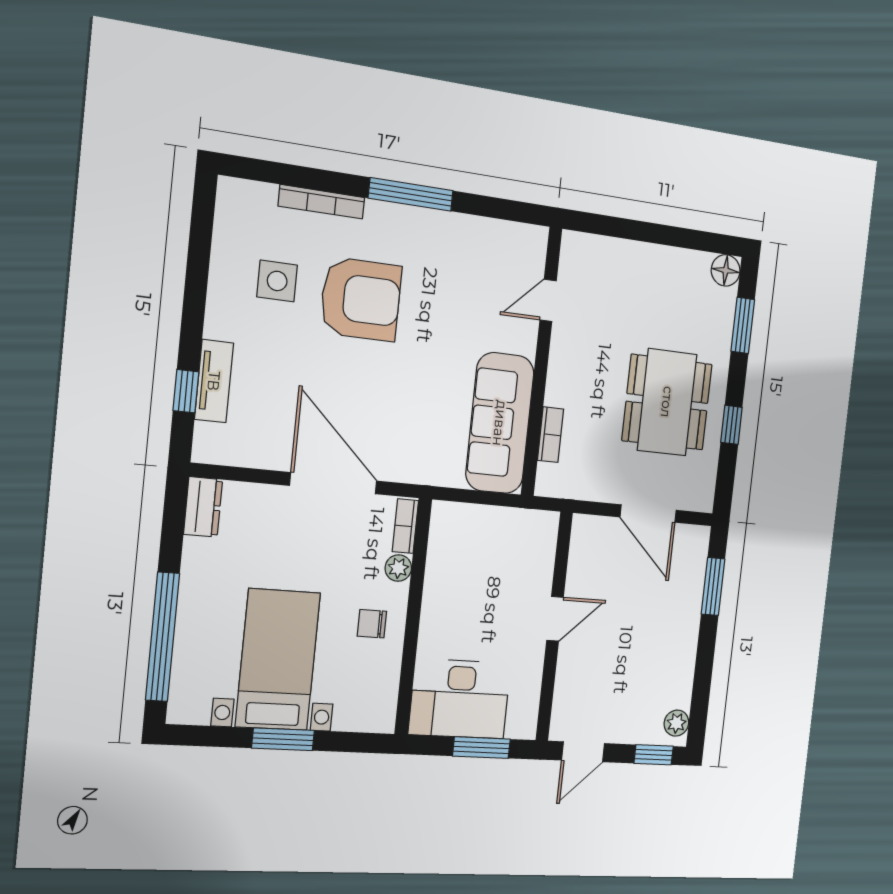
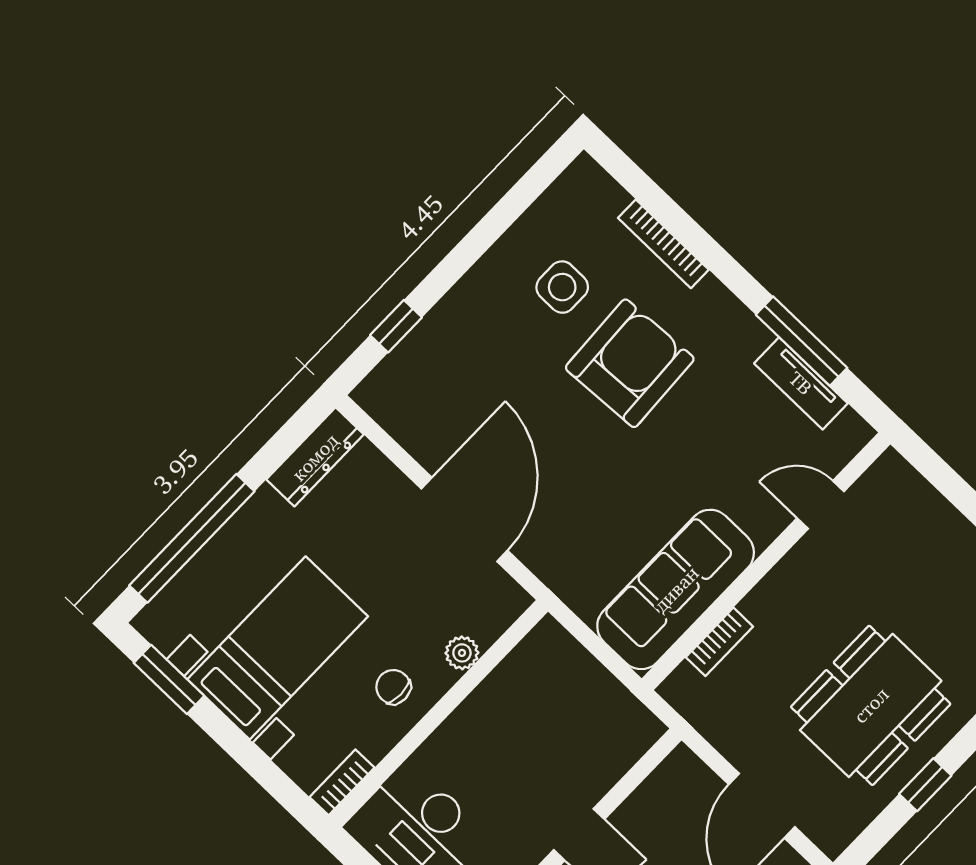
window: (411, 194) -> (802, 341), moved
armchair: (361, 299) -> (630, 363), turned -93
tv unit: (214, 381) -> (801, 383), moved, turned 90
dresser: (203, 507) -> (315, 457), width x1.44
bookcase: (405, 526) -> (342, 782), moved
window: (283, 739) -> (169, 679), moved

